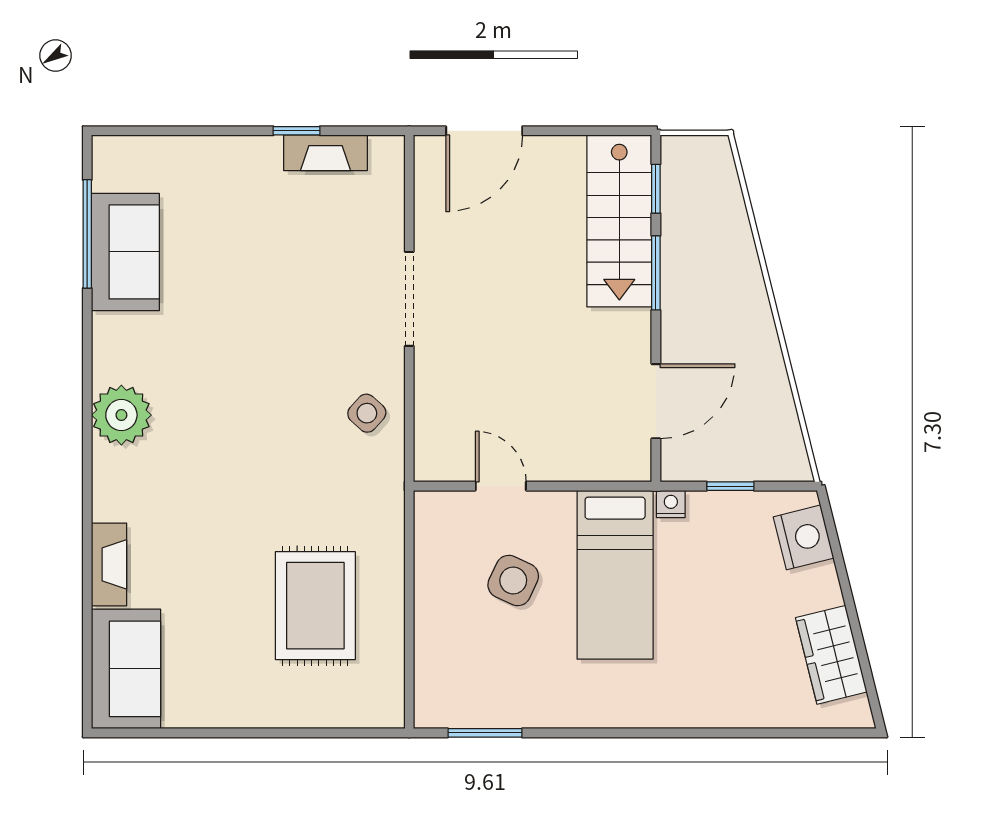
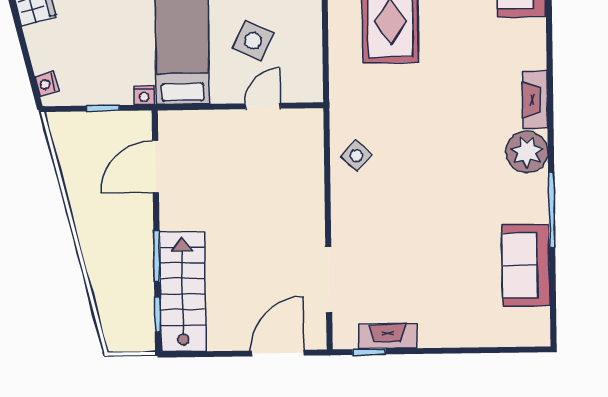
window: (297, 131) -> (369, 352), moved
window: (87, 234) -> (552, 210), moved
doorway: (409, 299) -> (329, 280), moved
door: (501, 486) -> (263, 106), swing flipped
nightstand: (804, 537) -> (46, 84), width x0.53, depth x0.56
fireplace: (109, 564) -> (535, 100), moved

